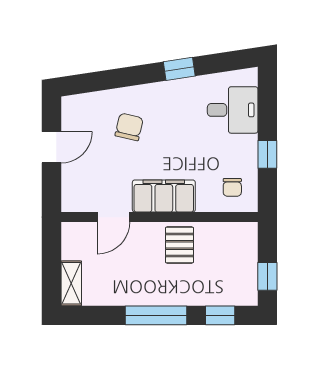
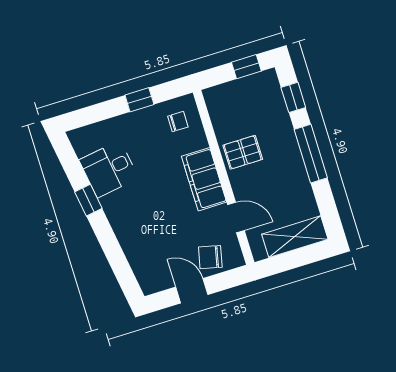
desk: (233, 110) -> (109, 169), moved, turned -99
chair: (129, 127) -> (210, 257), moved
shelving: (71, 283) -> (295, 237), width x1.50, depth x1.33

